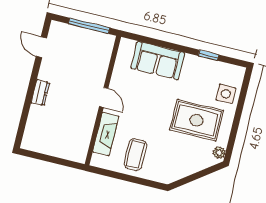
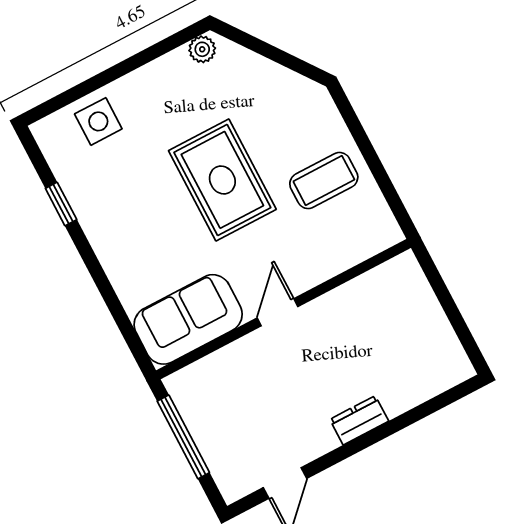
sofa: (158, 60) -> (188, 319), moved, turned -90
rug: (196, 120) -> (222, 180), moved
fireplace: (106, 134) -> (333, 257), removed

